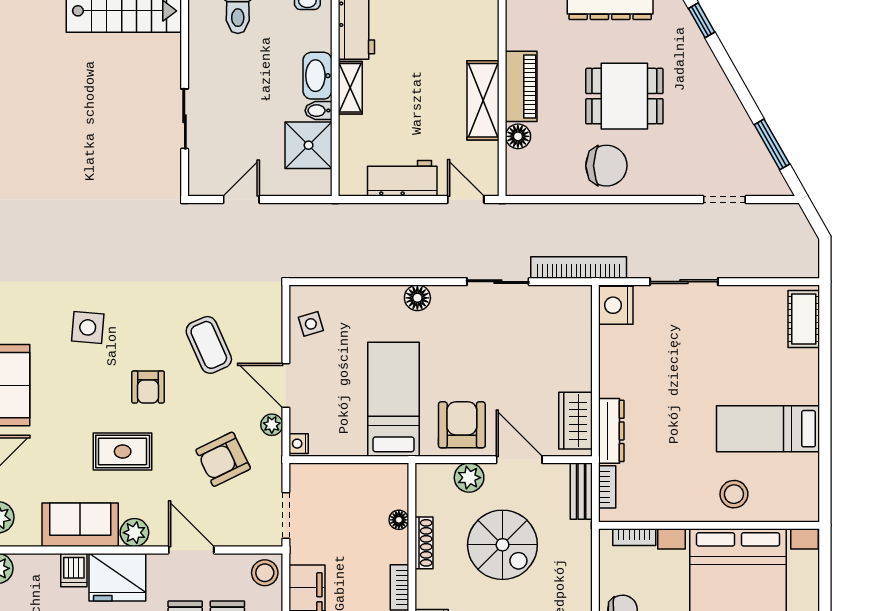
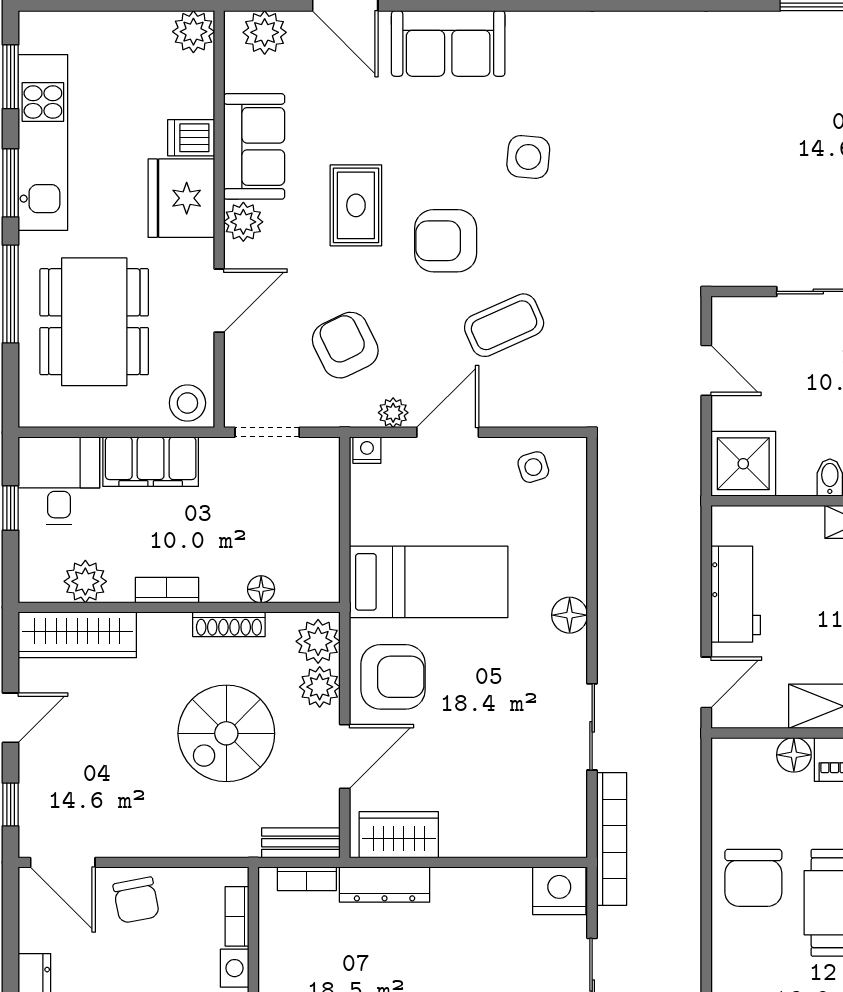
shower: (309, 145) -> (743, 464), moved
armchair: (148, 387) -> (446, 241), width x1.38, depth x1.38
plant: (436, 479) -> (318, 641), added

